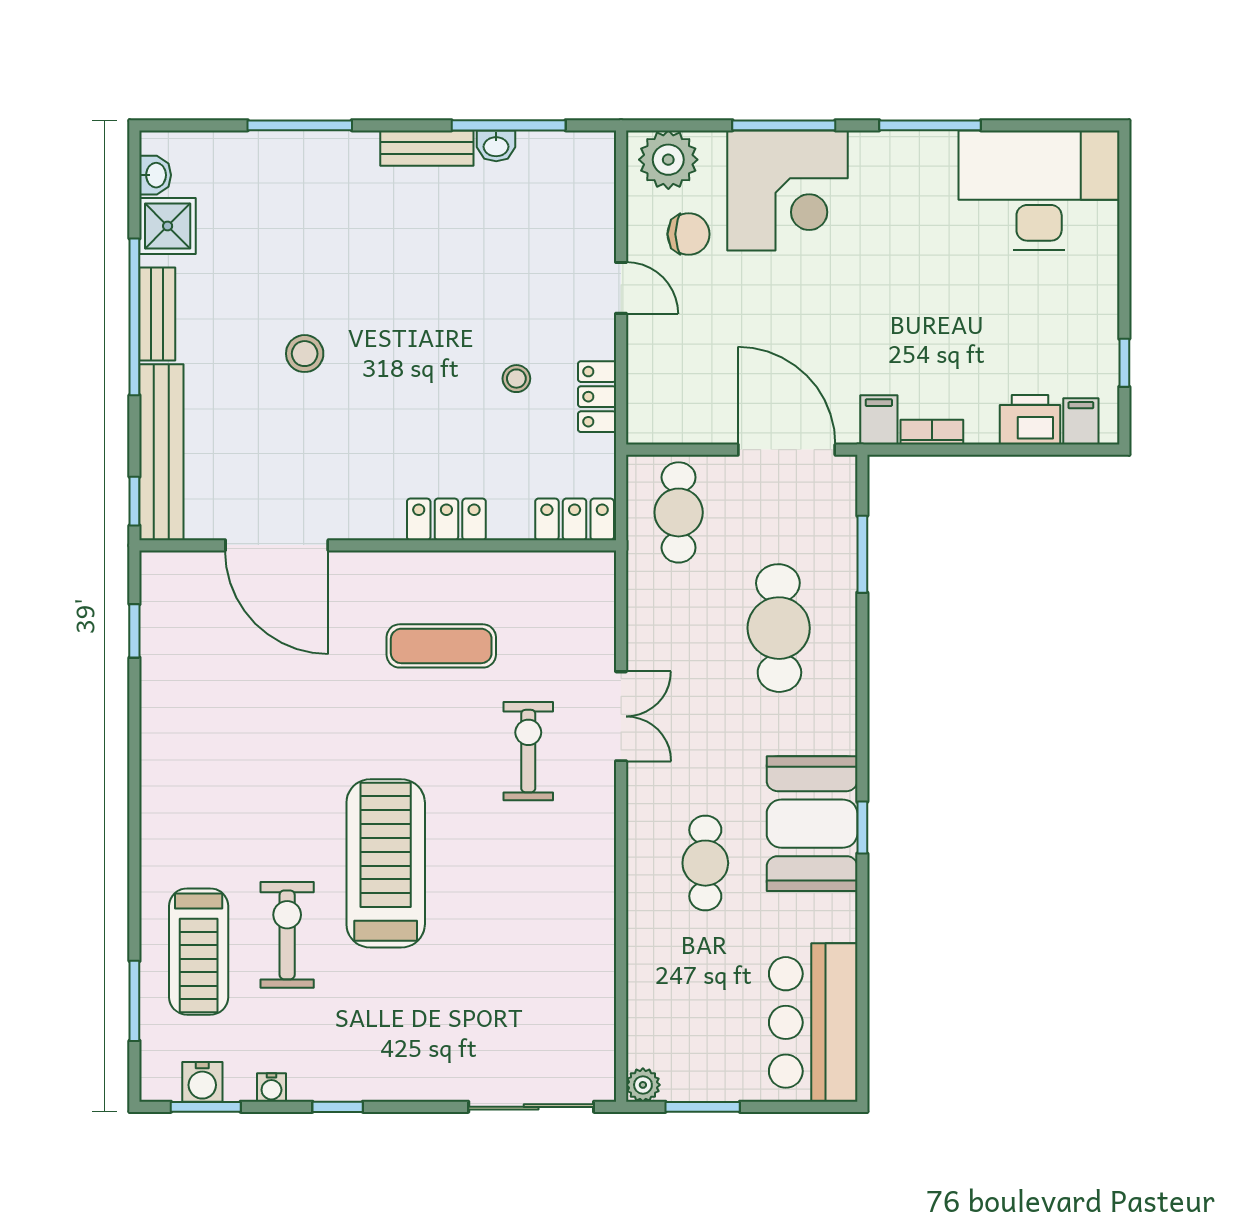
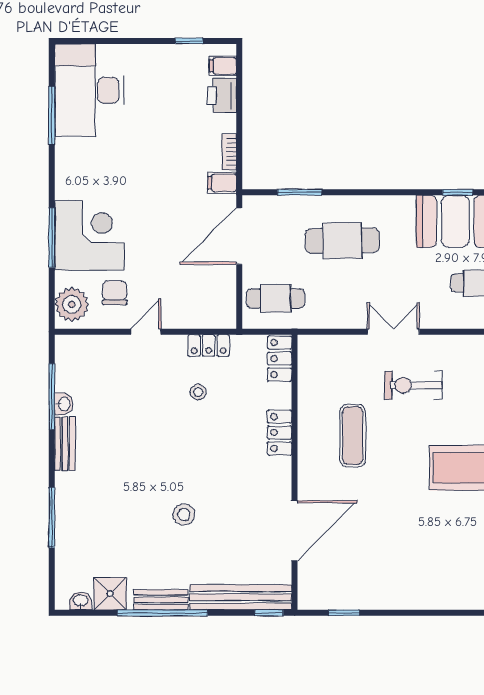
window: (930, 125) -> (52, 116), moved

